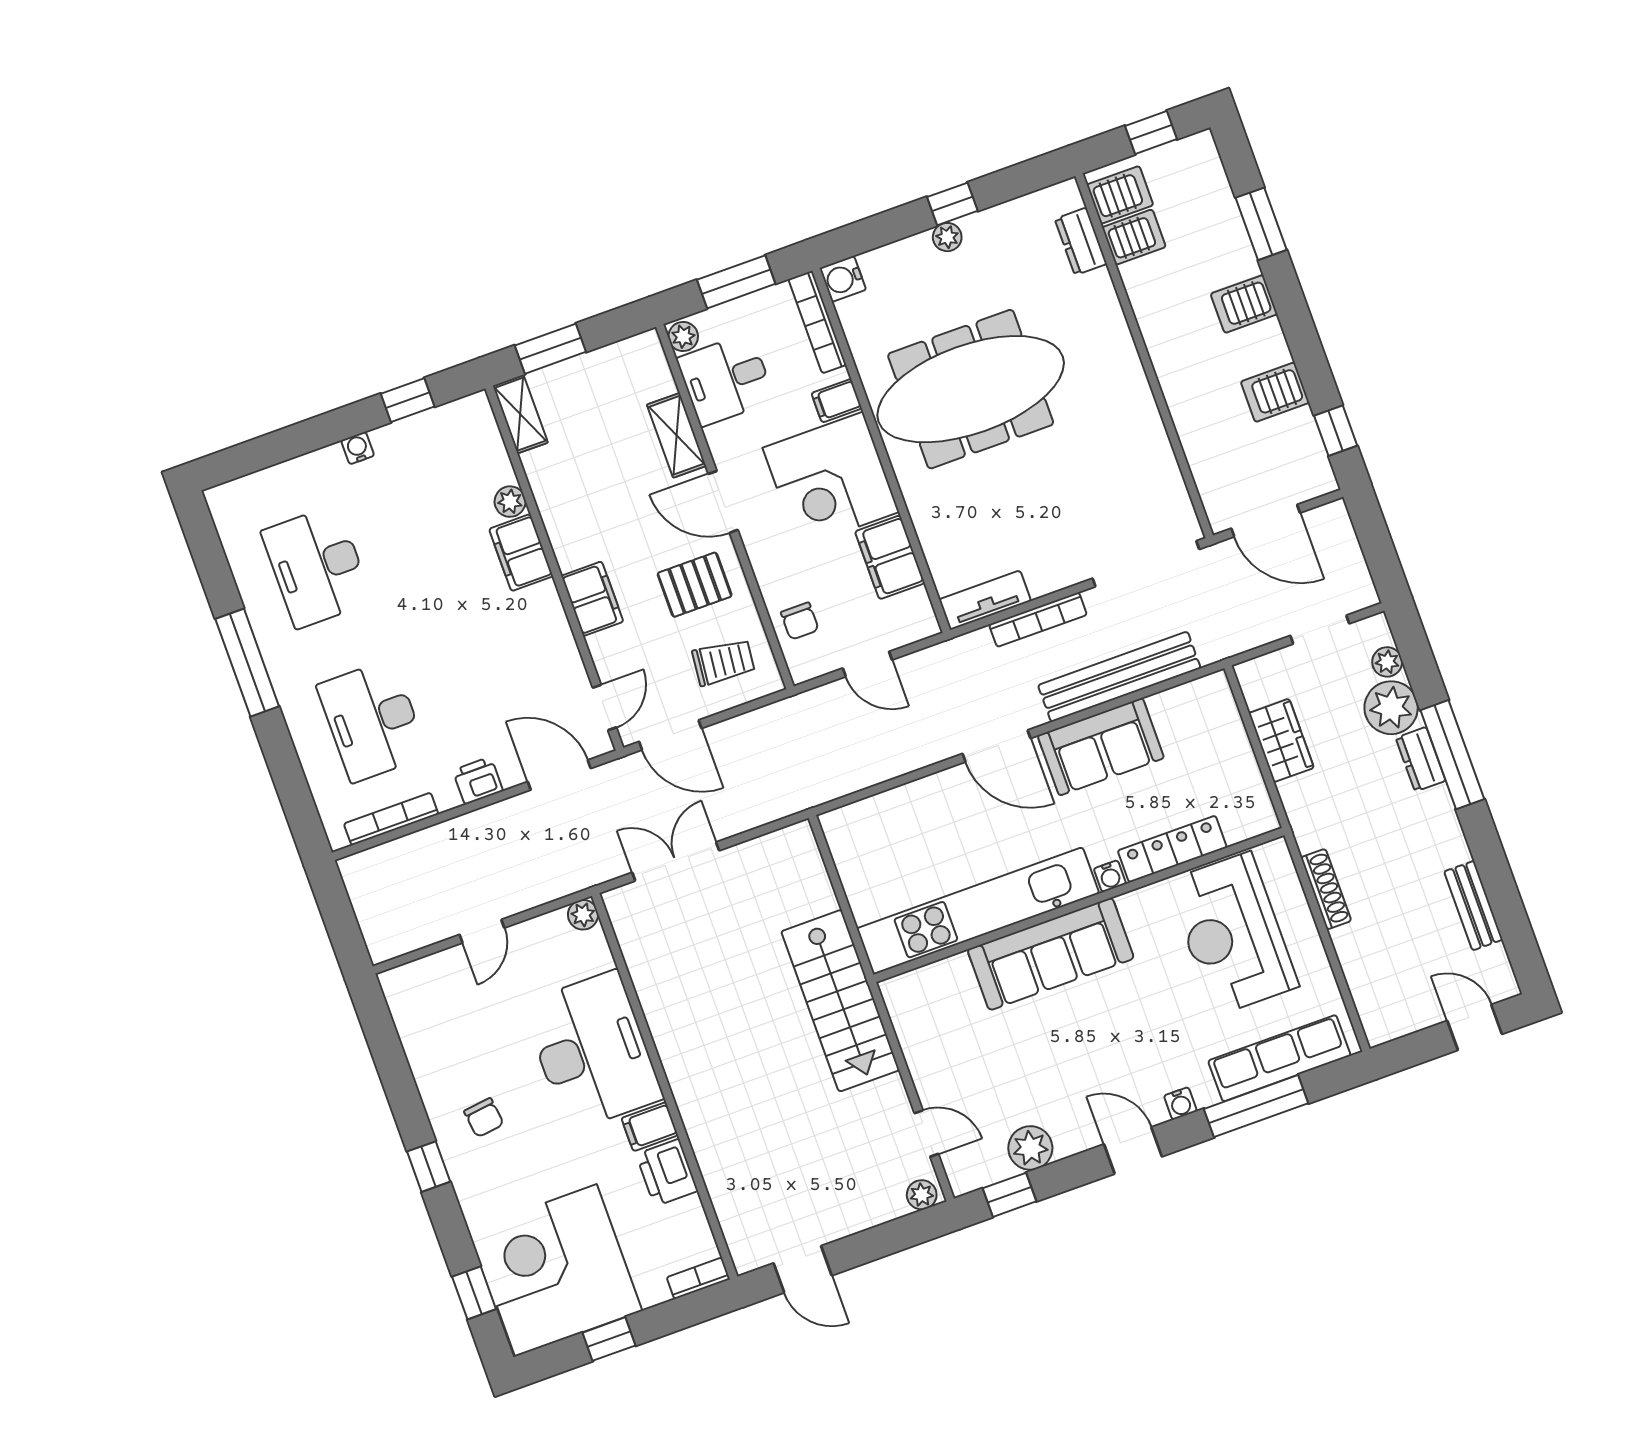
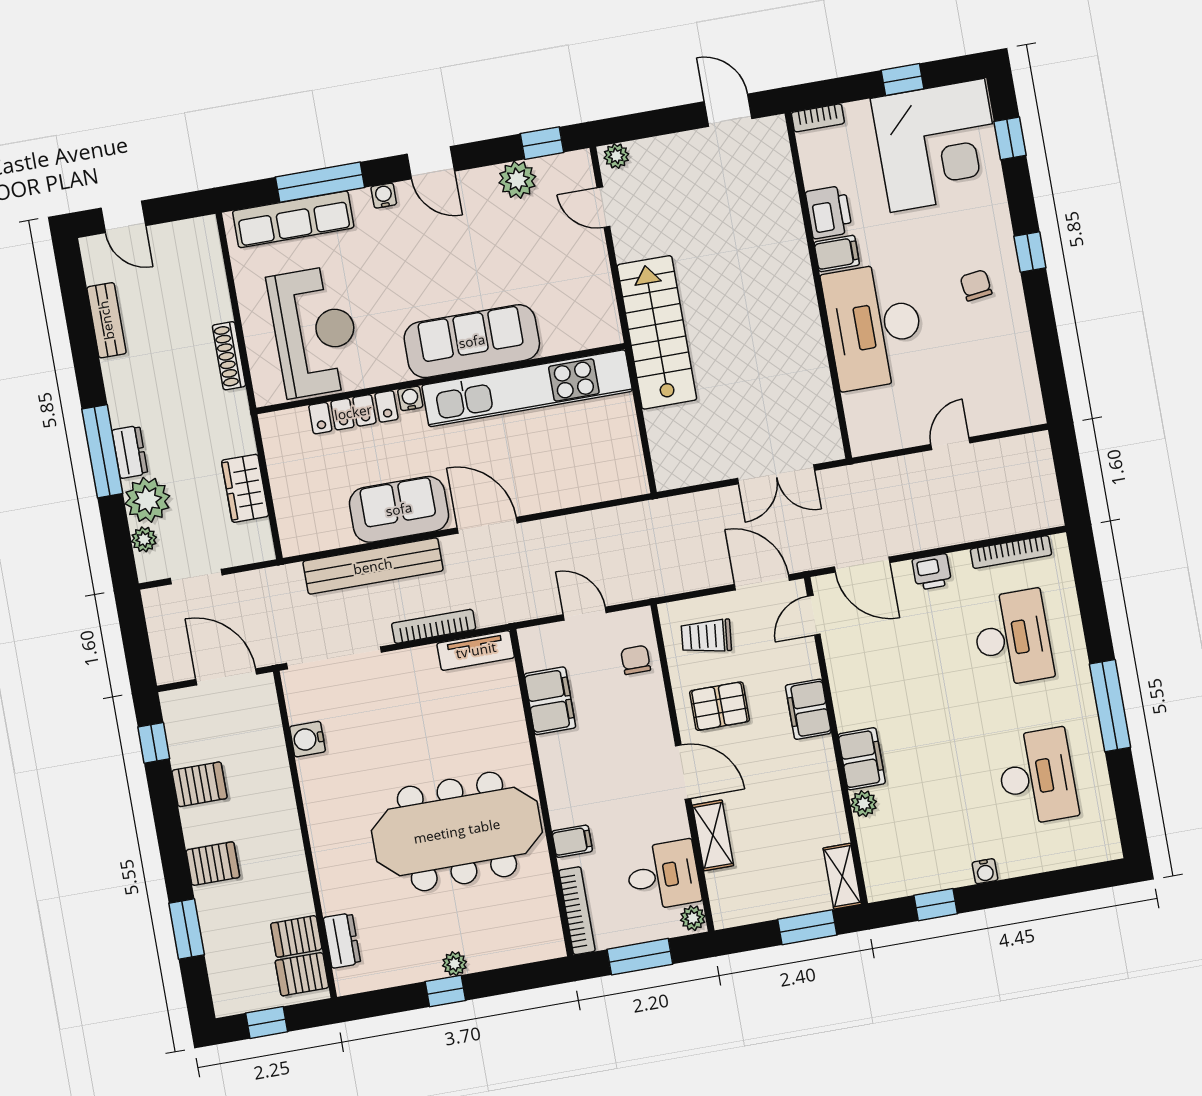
water cooler: (843, 279) -> (308, 739), moved, turned 180
corner desk: (831, 480) -> (589, 775), removed
plant: (583, 915) -> (862, 443), removed

